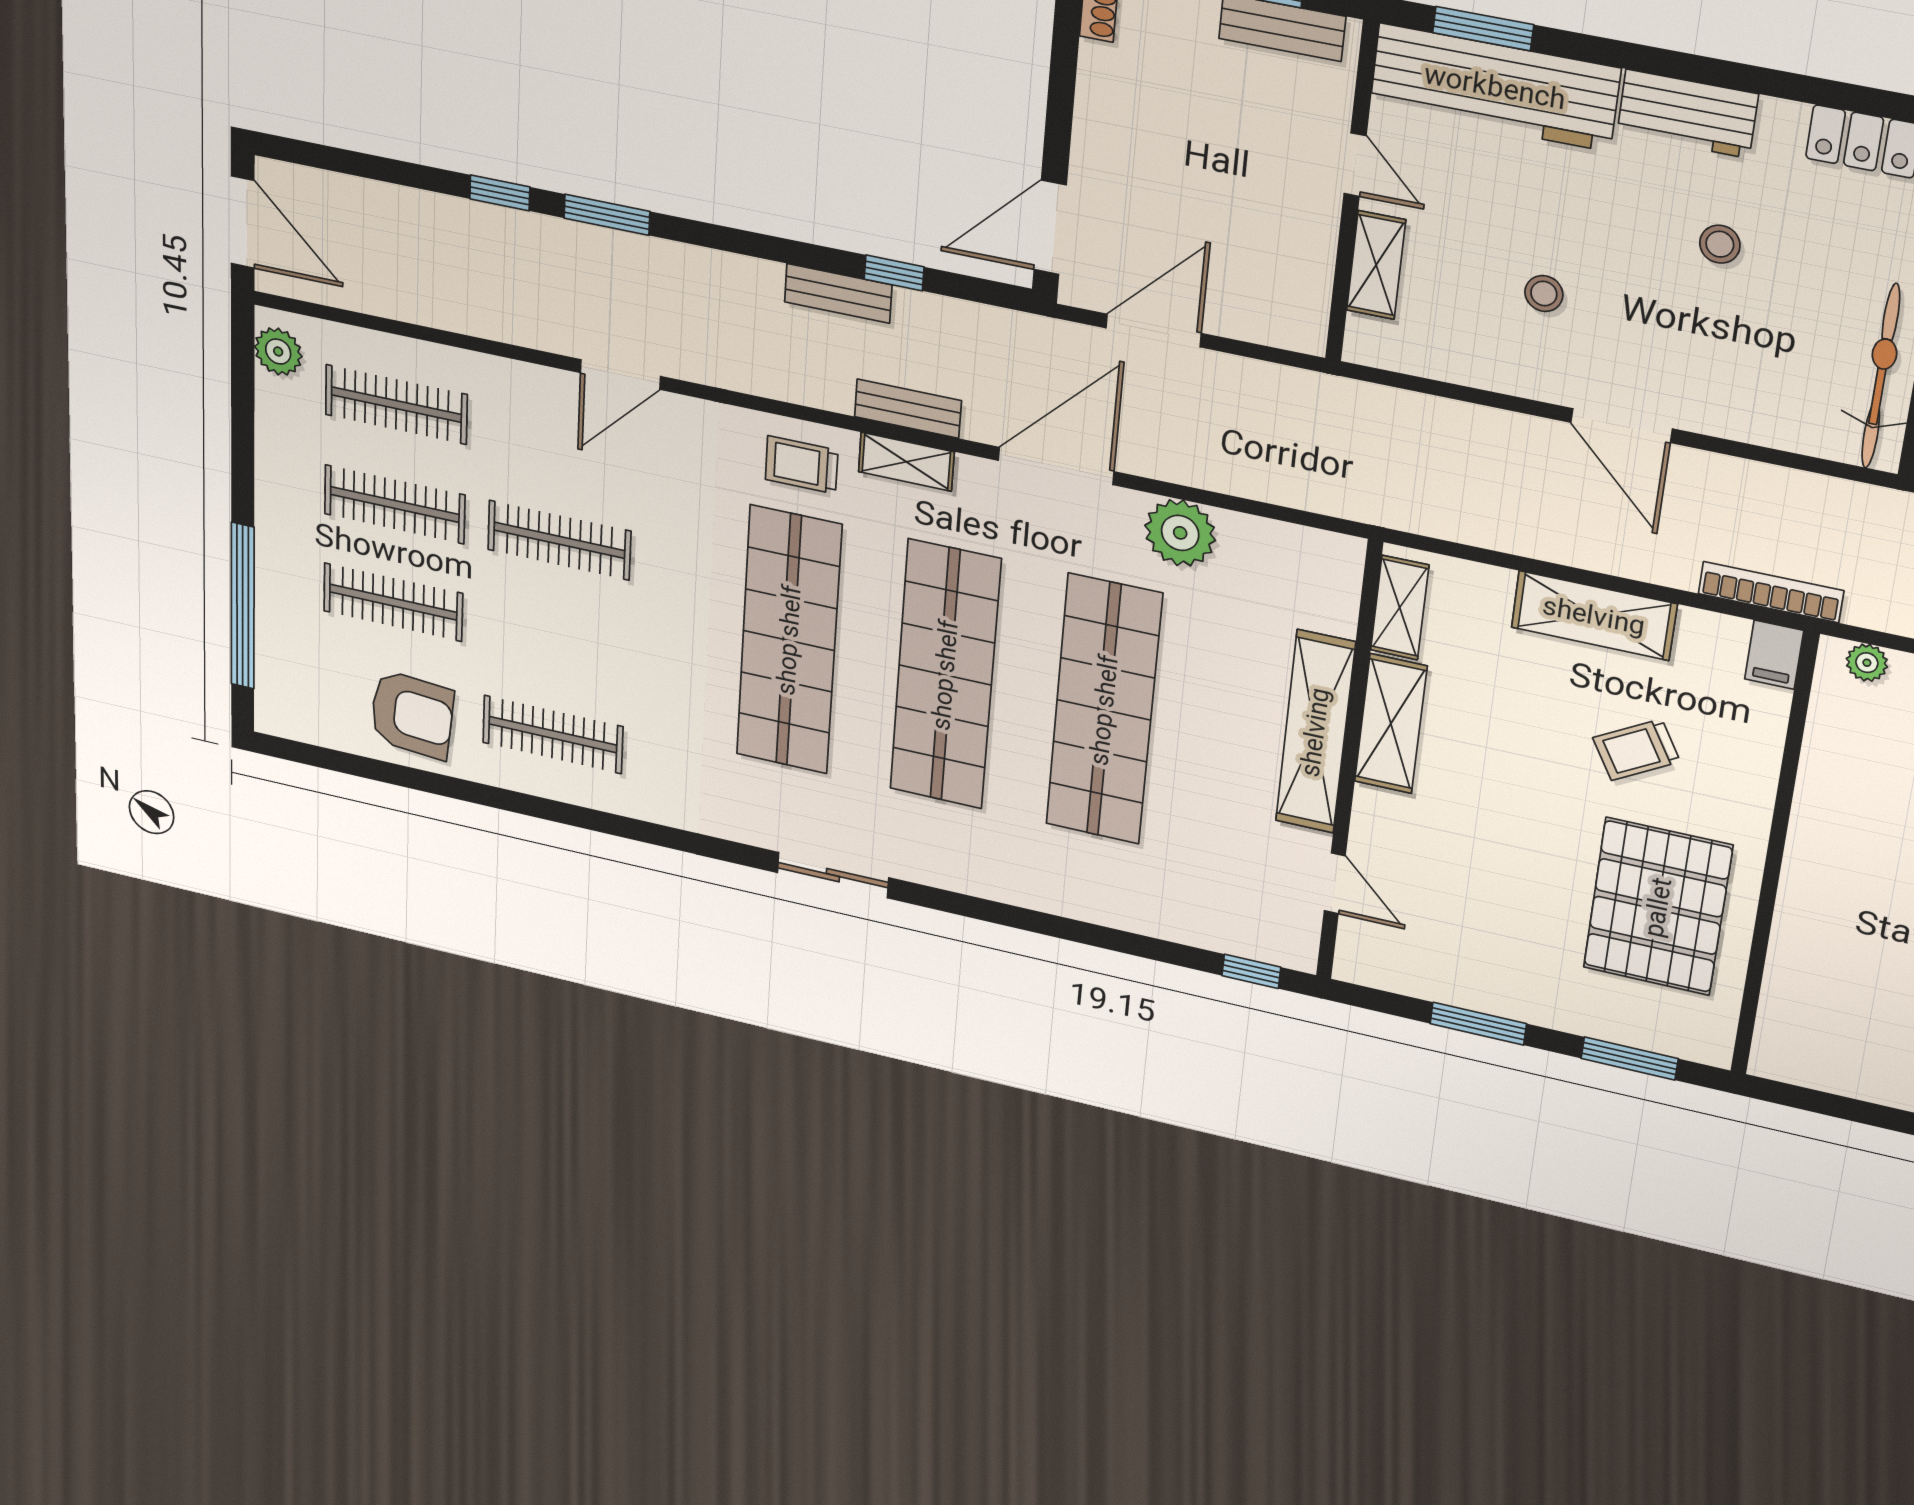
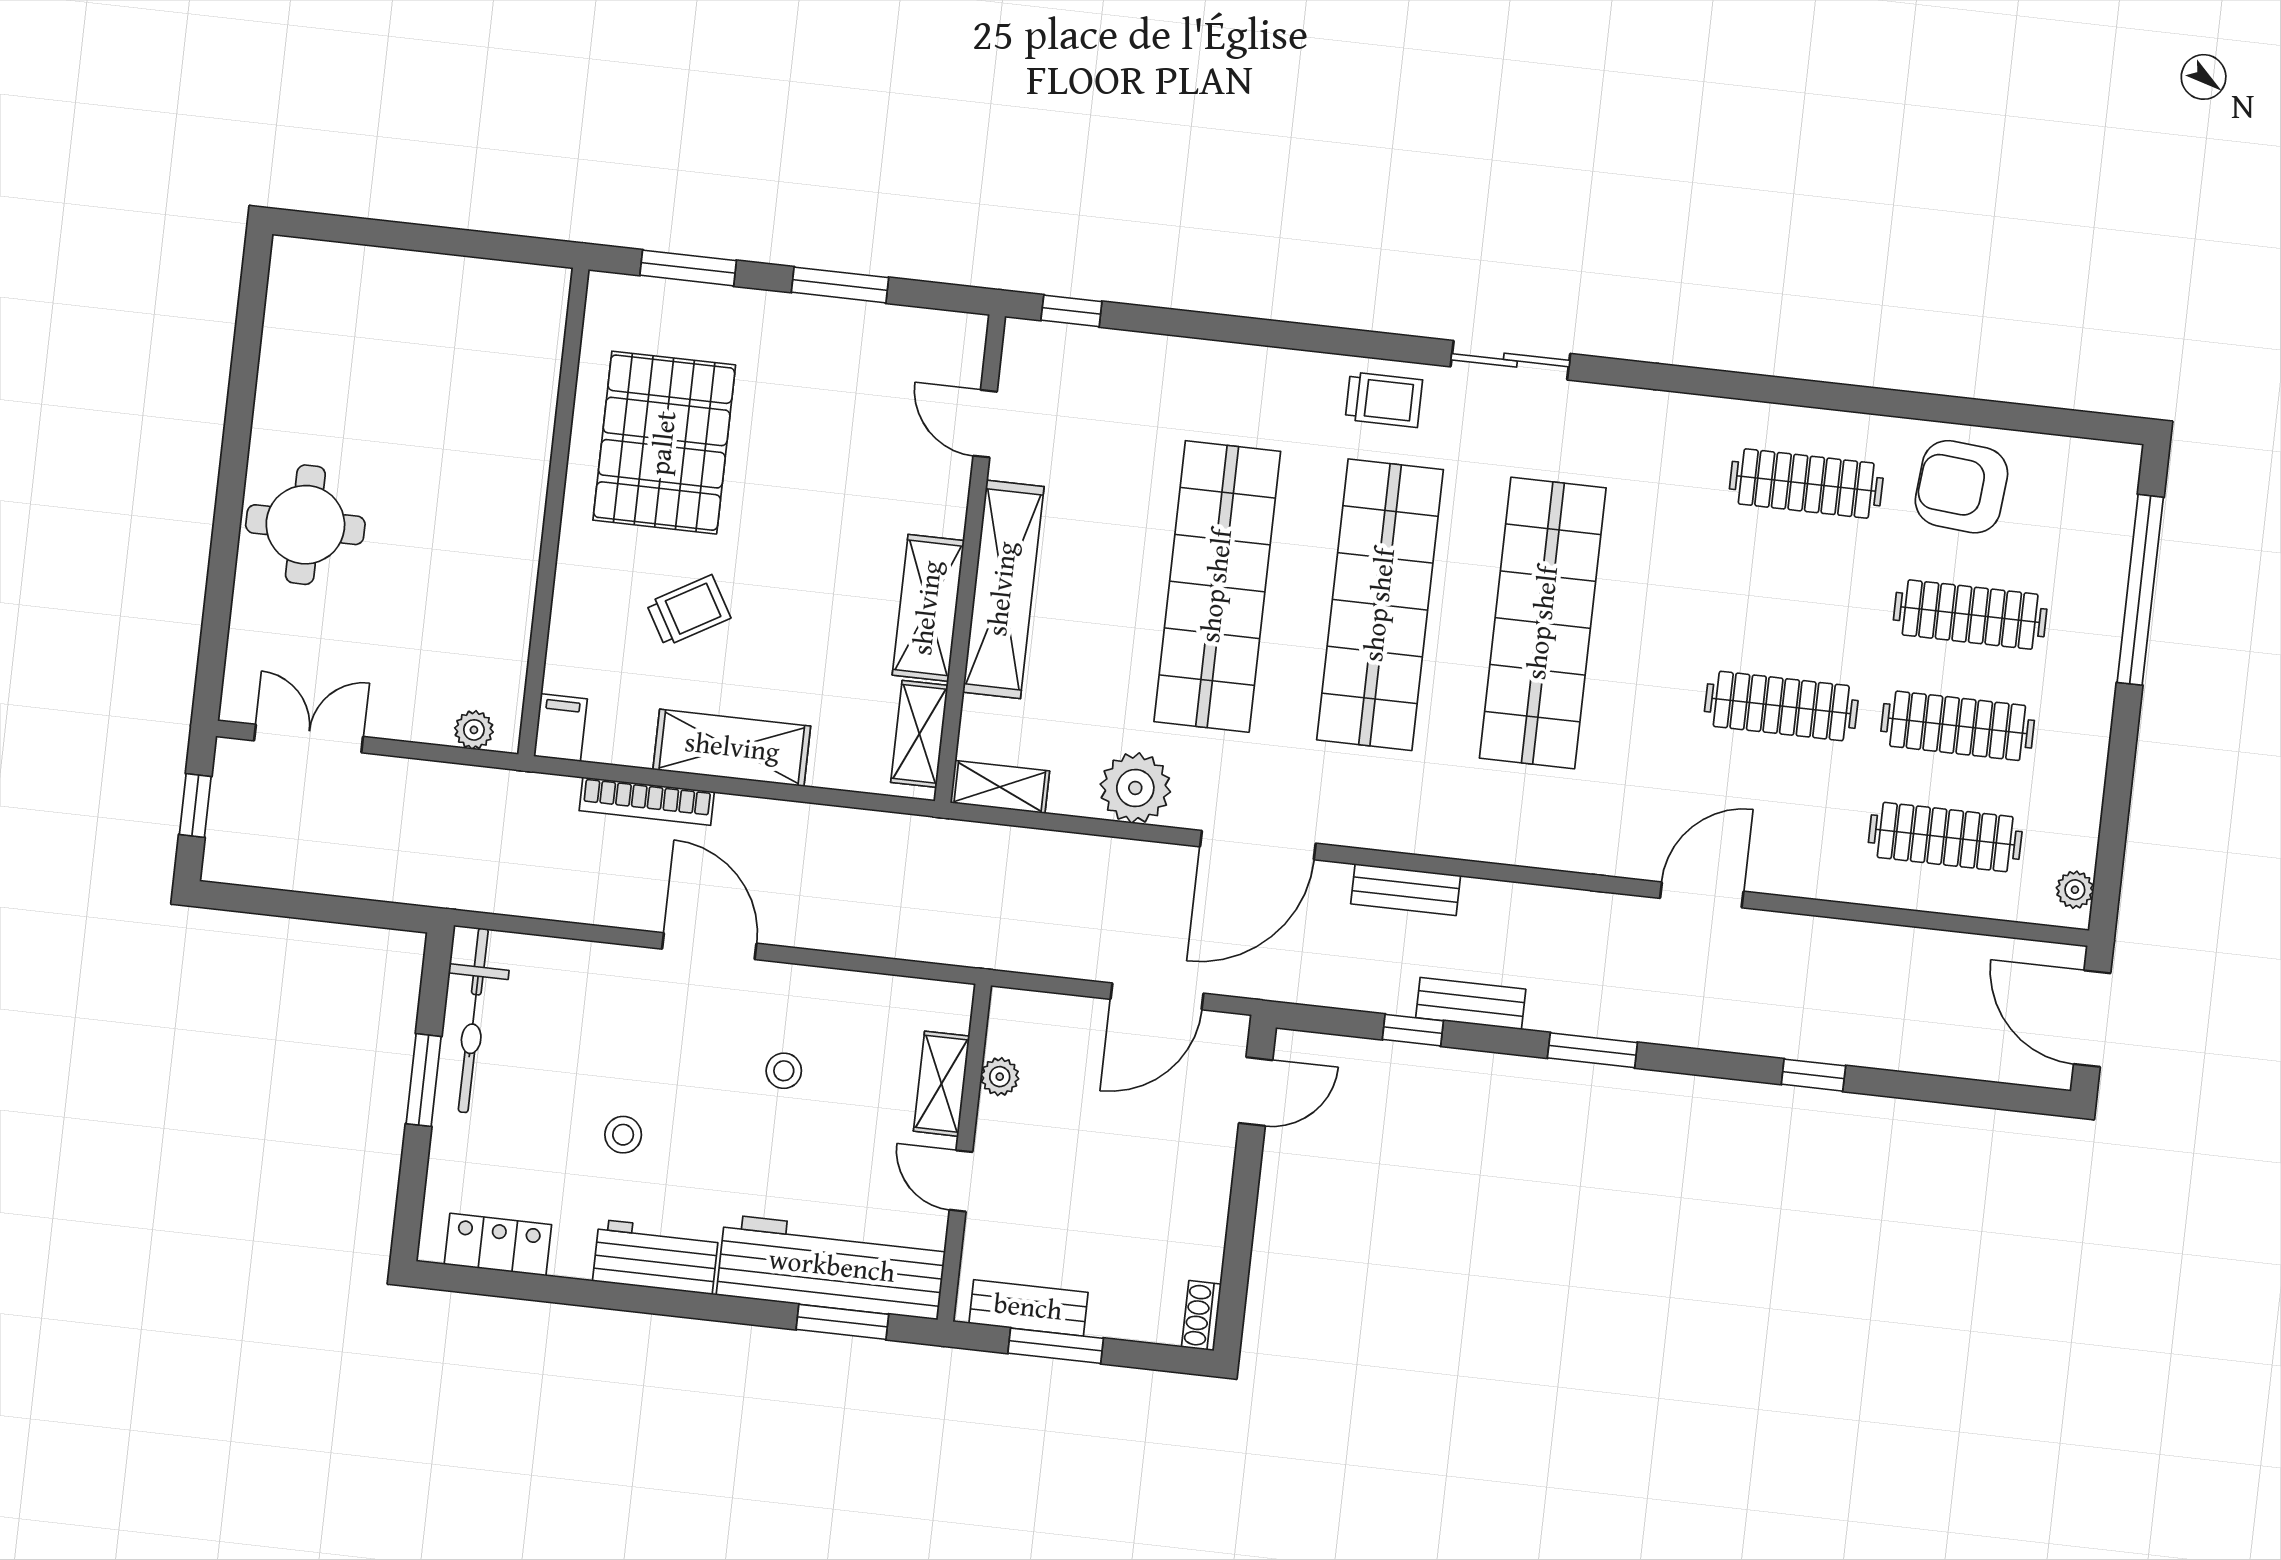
window: (607, 215) -> (1592, 1050), moved
door: (1050, 227) -> (1256, 1092), width x0.73
plant: (1315, 266) -> (1000, 1077), added
plant: (278, 352) -> (2075, 890), width x0.73, depth x0.73
shelving: (906, 462) -> (1000, 787), moved
trolley: (802, 465) -> (1384, 400), moved
bookcase: (1771, 592) -> (647, 801), moved

